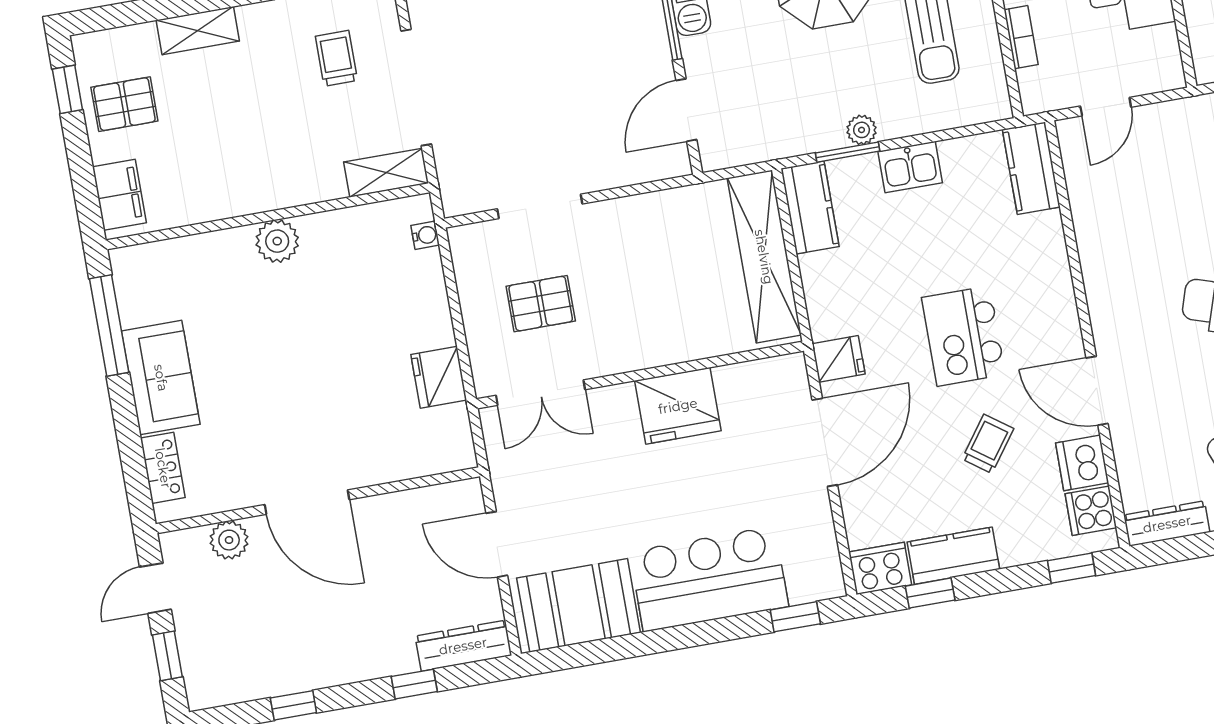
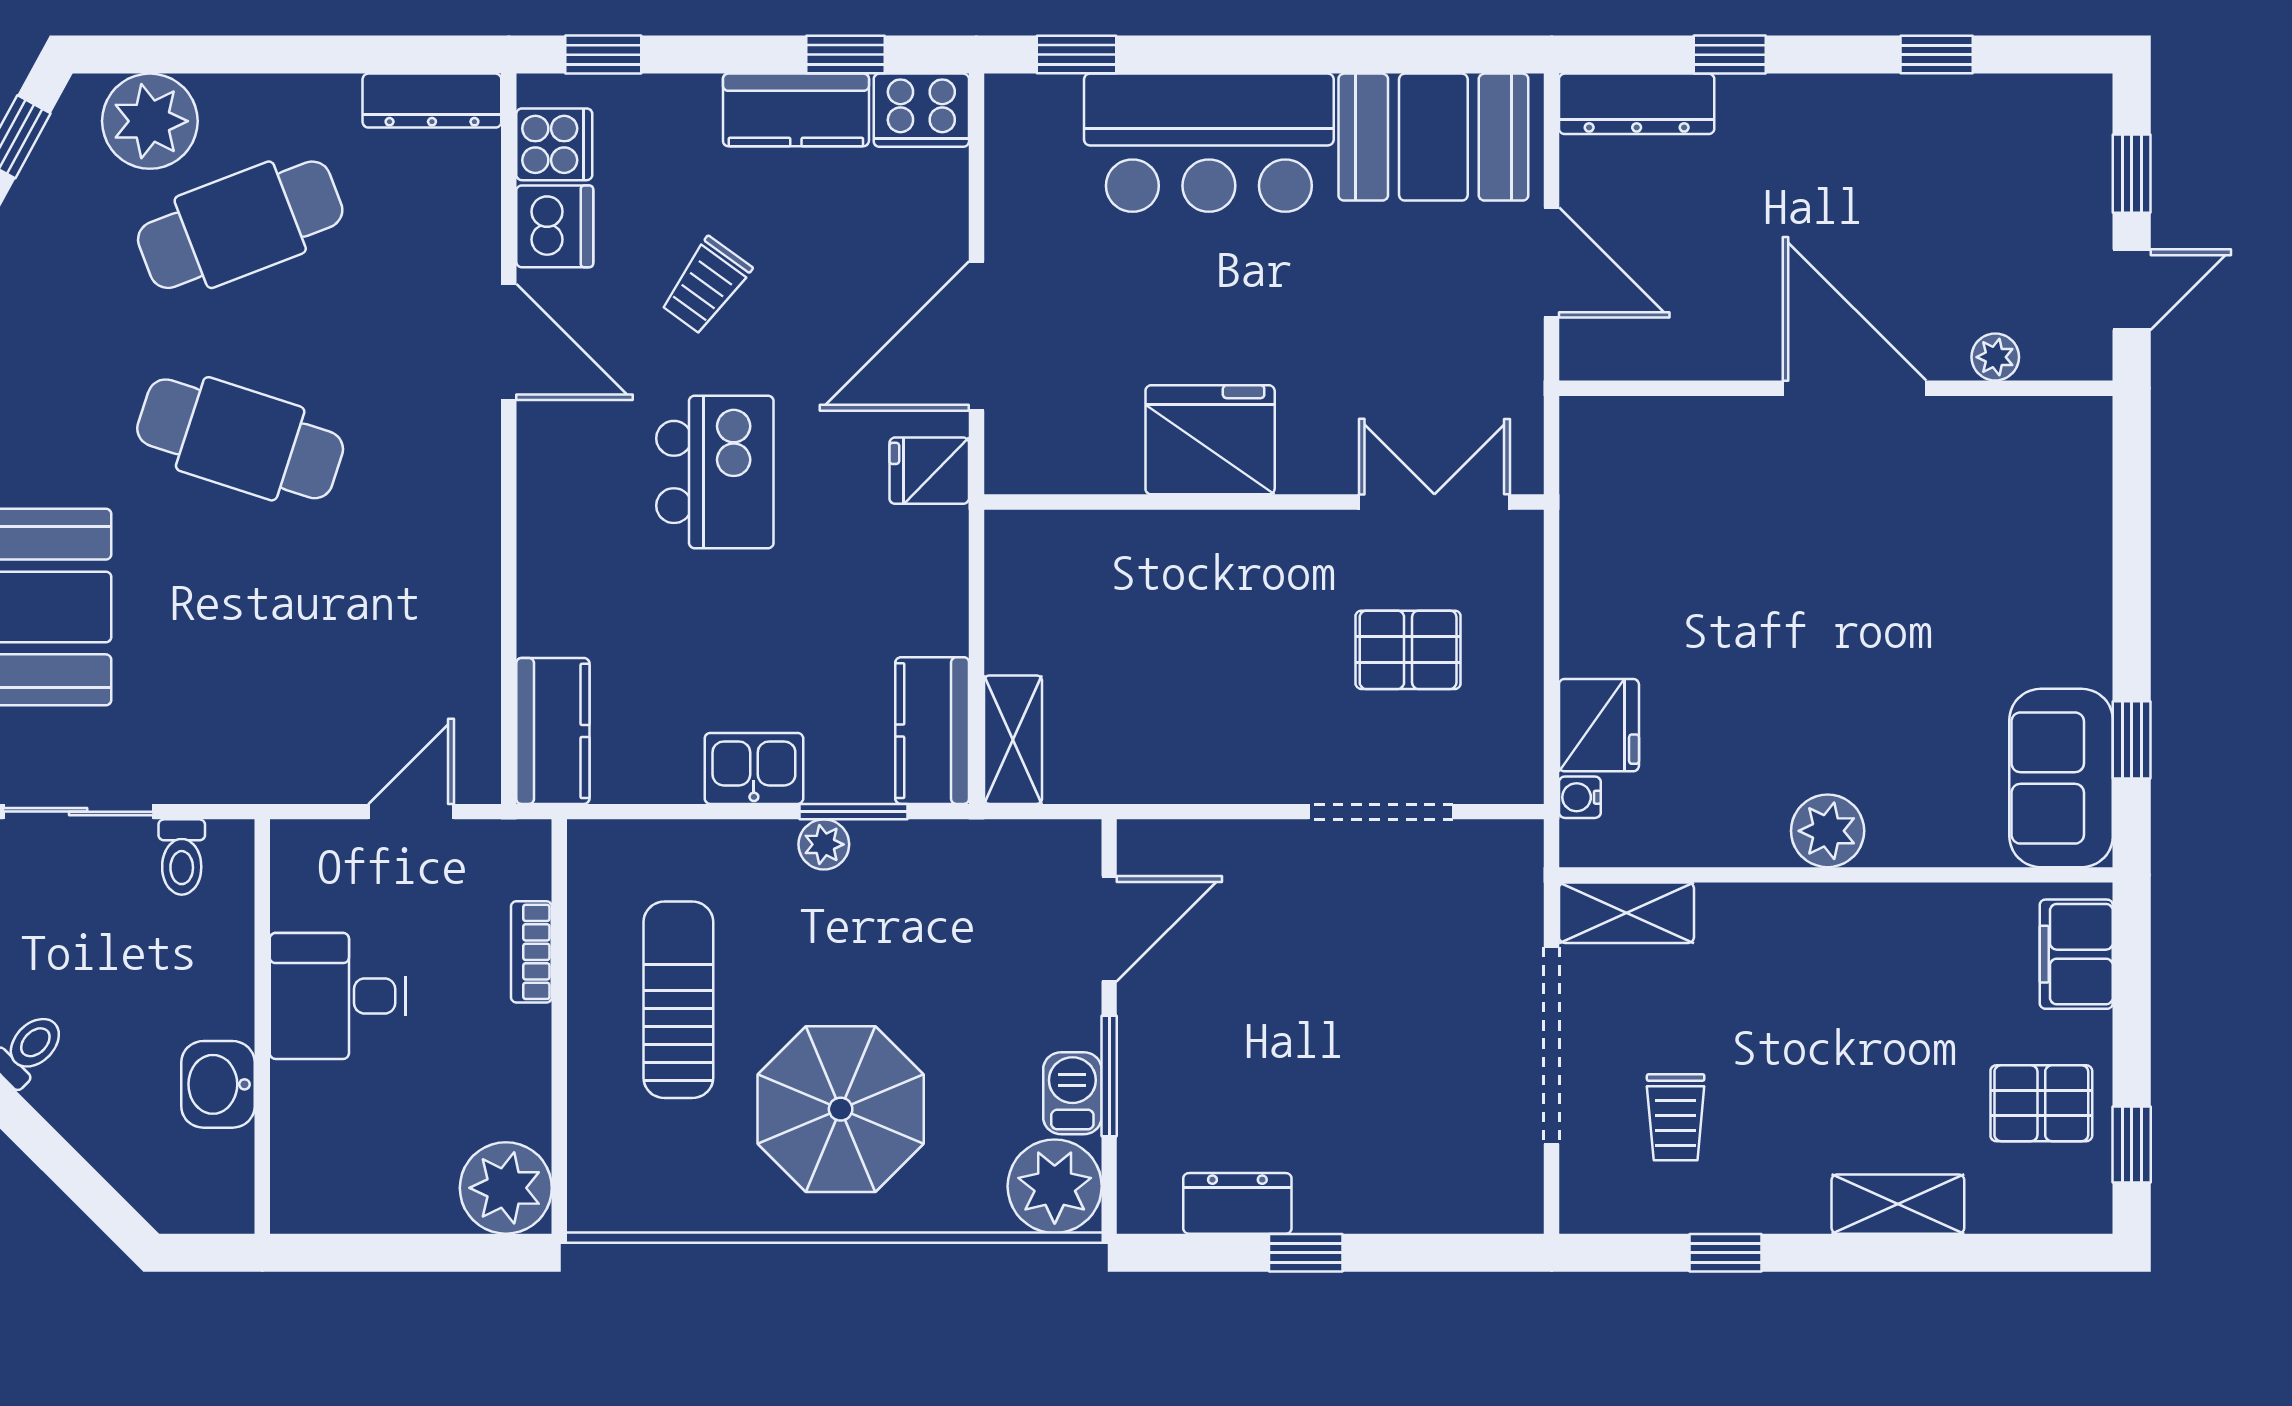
shelving: (764, 257) -> (1013, 740), width x0.45, depth x0.75
window: (109, 325) -> (2132, 740), width x0.46
fridge: (439, 377) -> (1599, 725), moved
sofa: (161, 378) -> (2061, 778), moved
locker: (163, 468) -> (2084, 488), removed
plant: (229, 540) -> (1995, 357), width x0.73, depth x0.73

